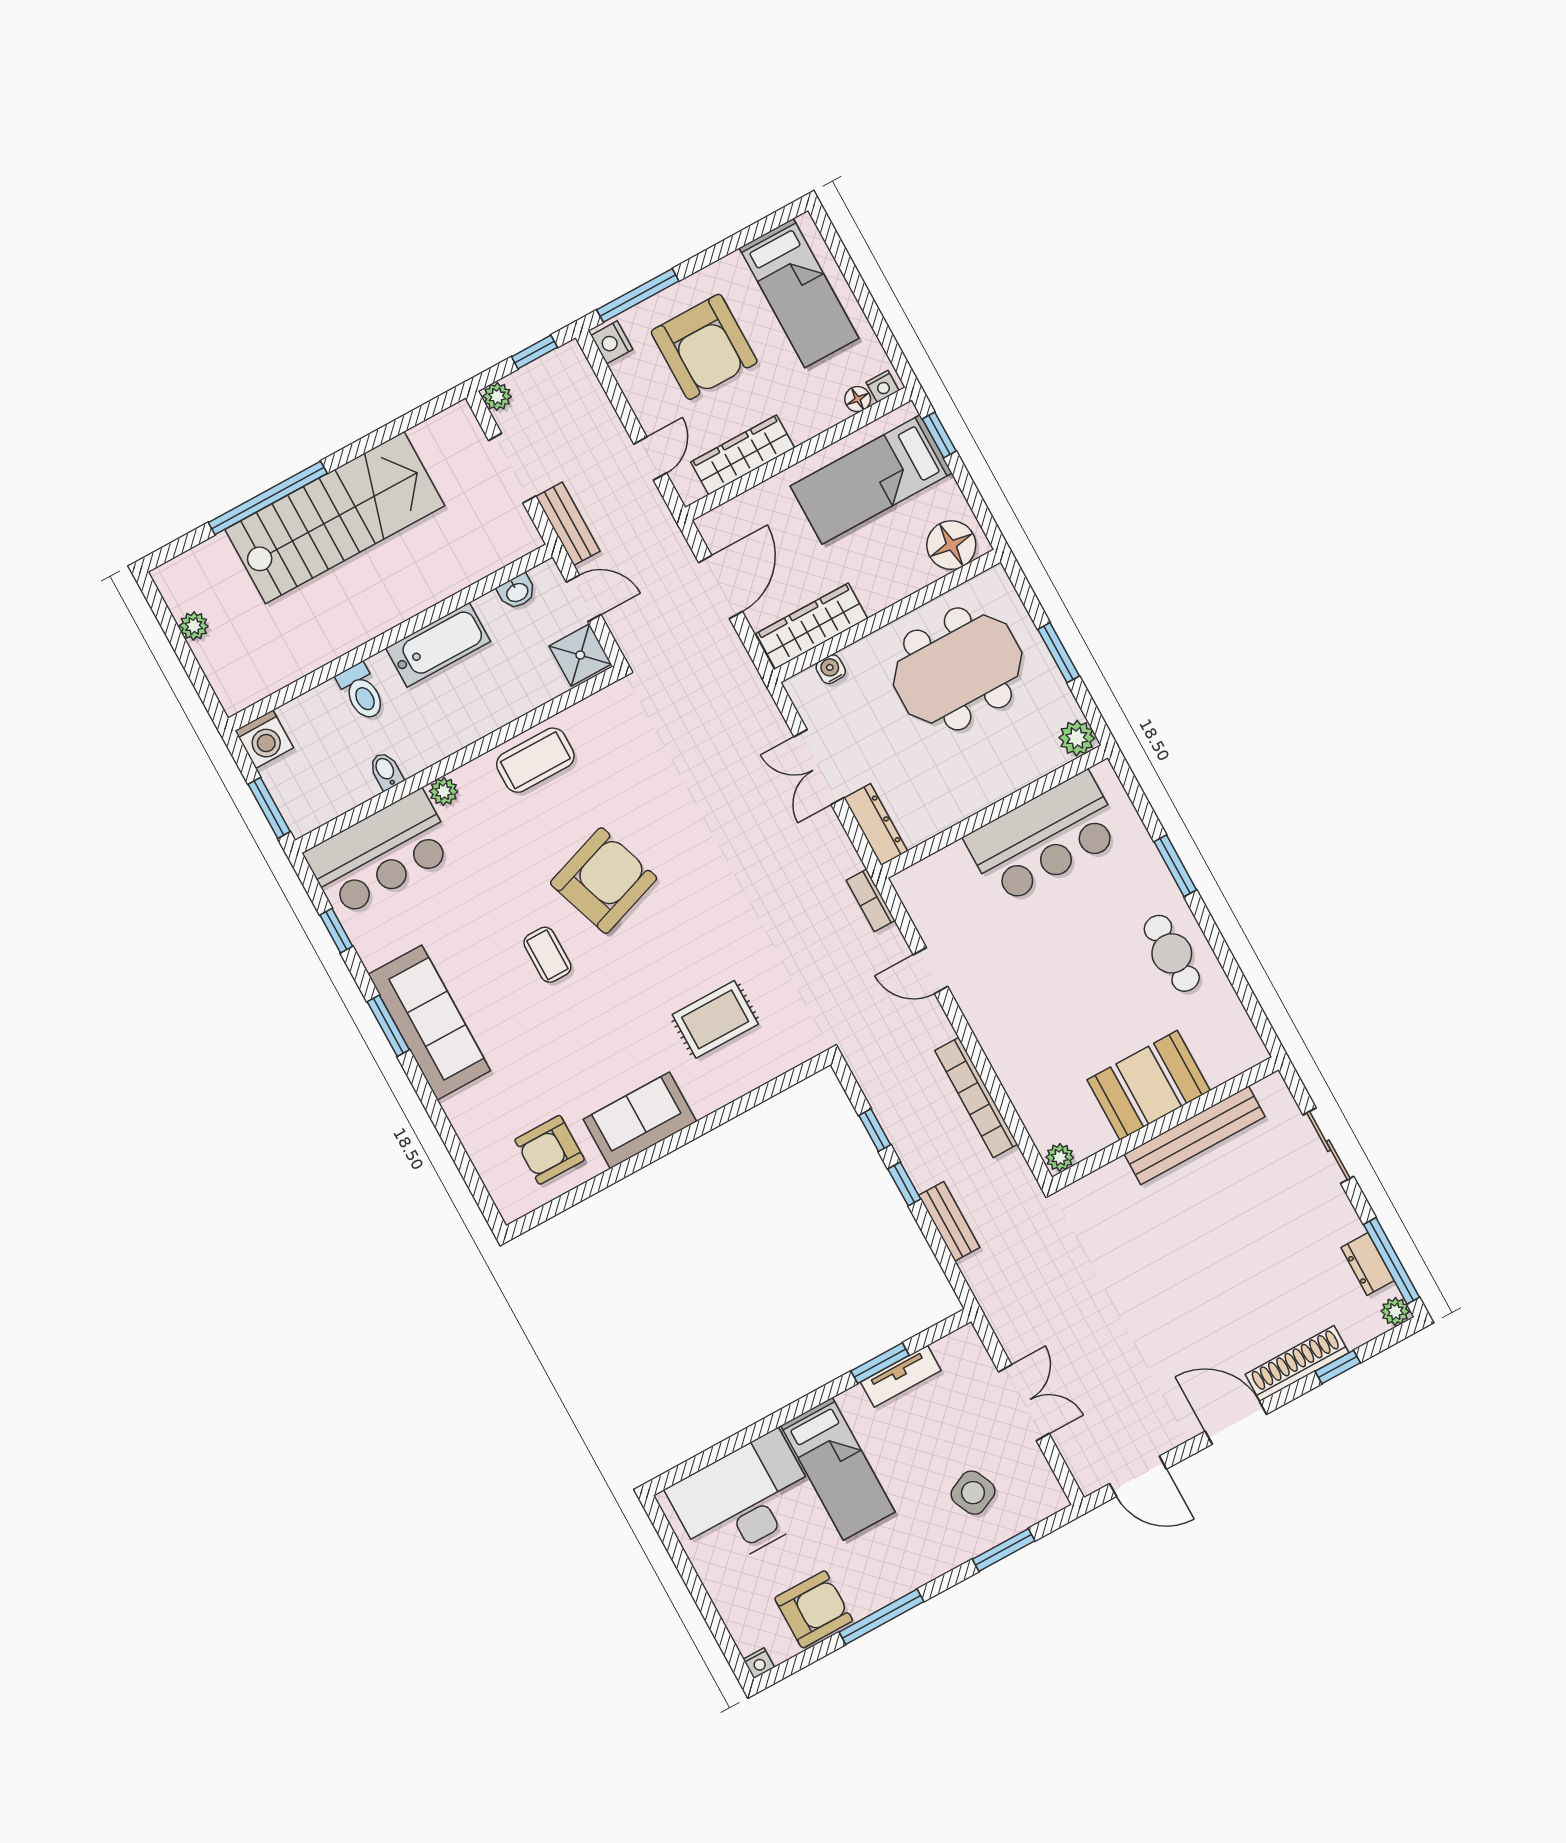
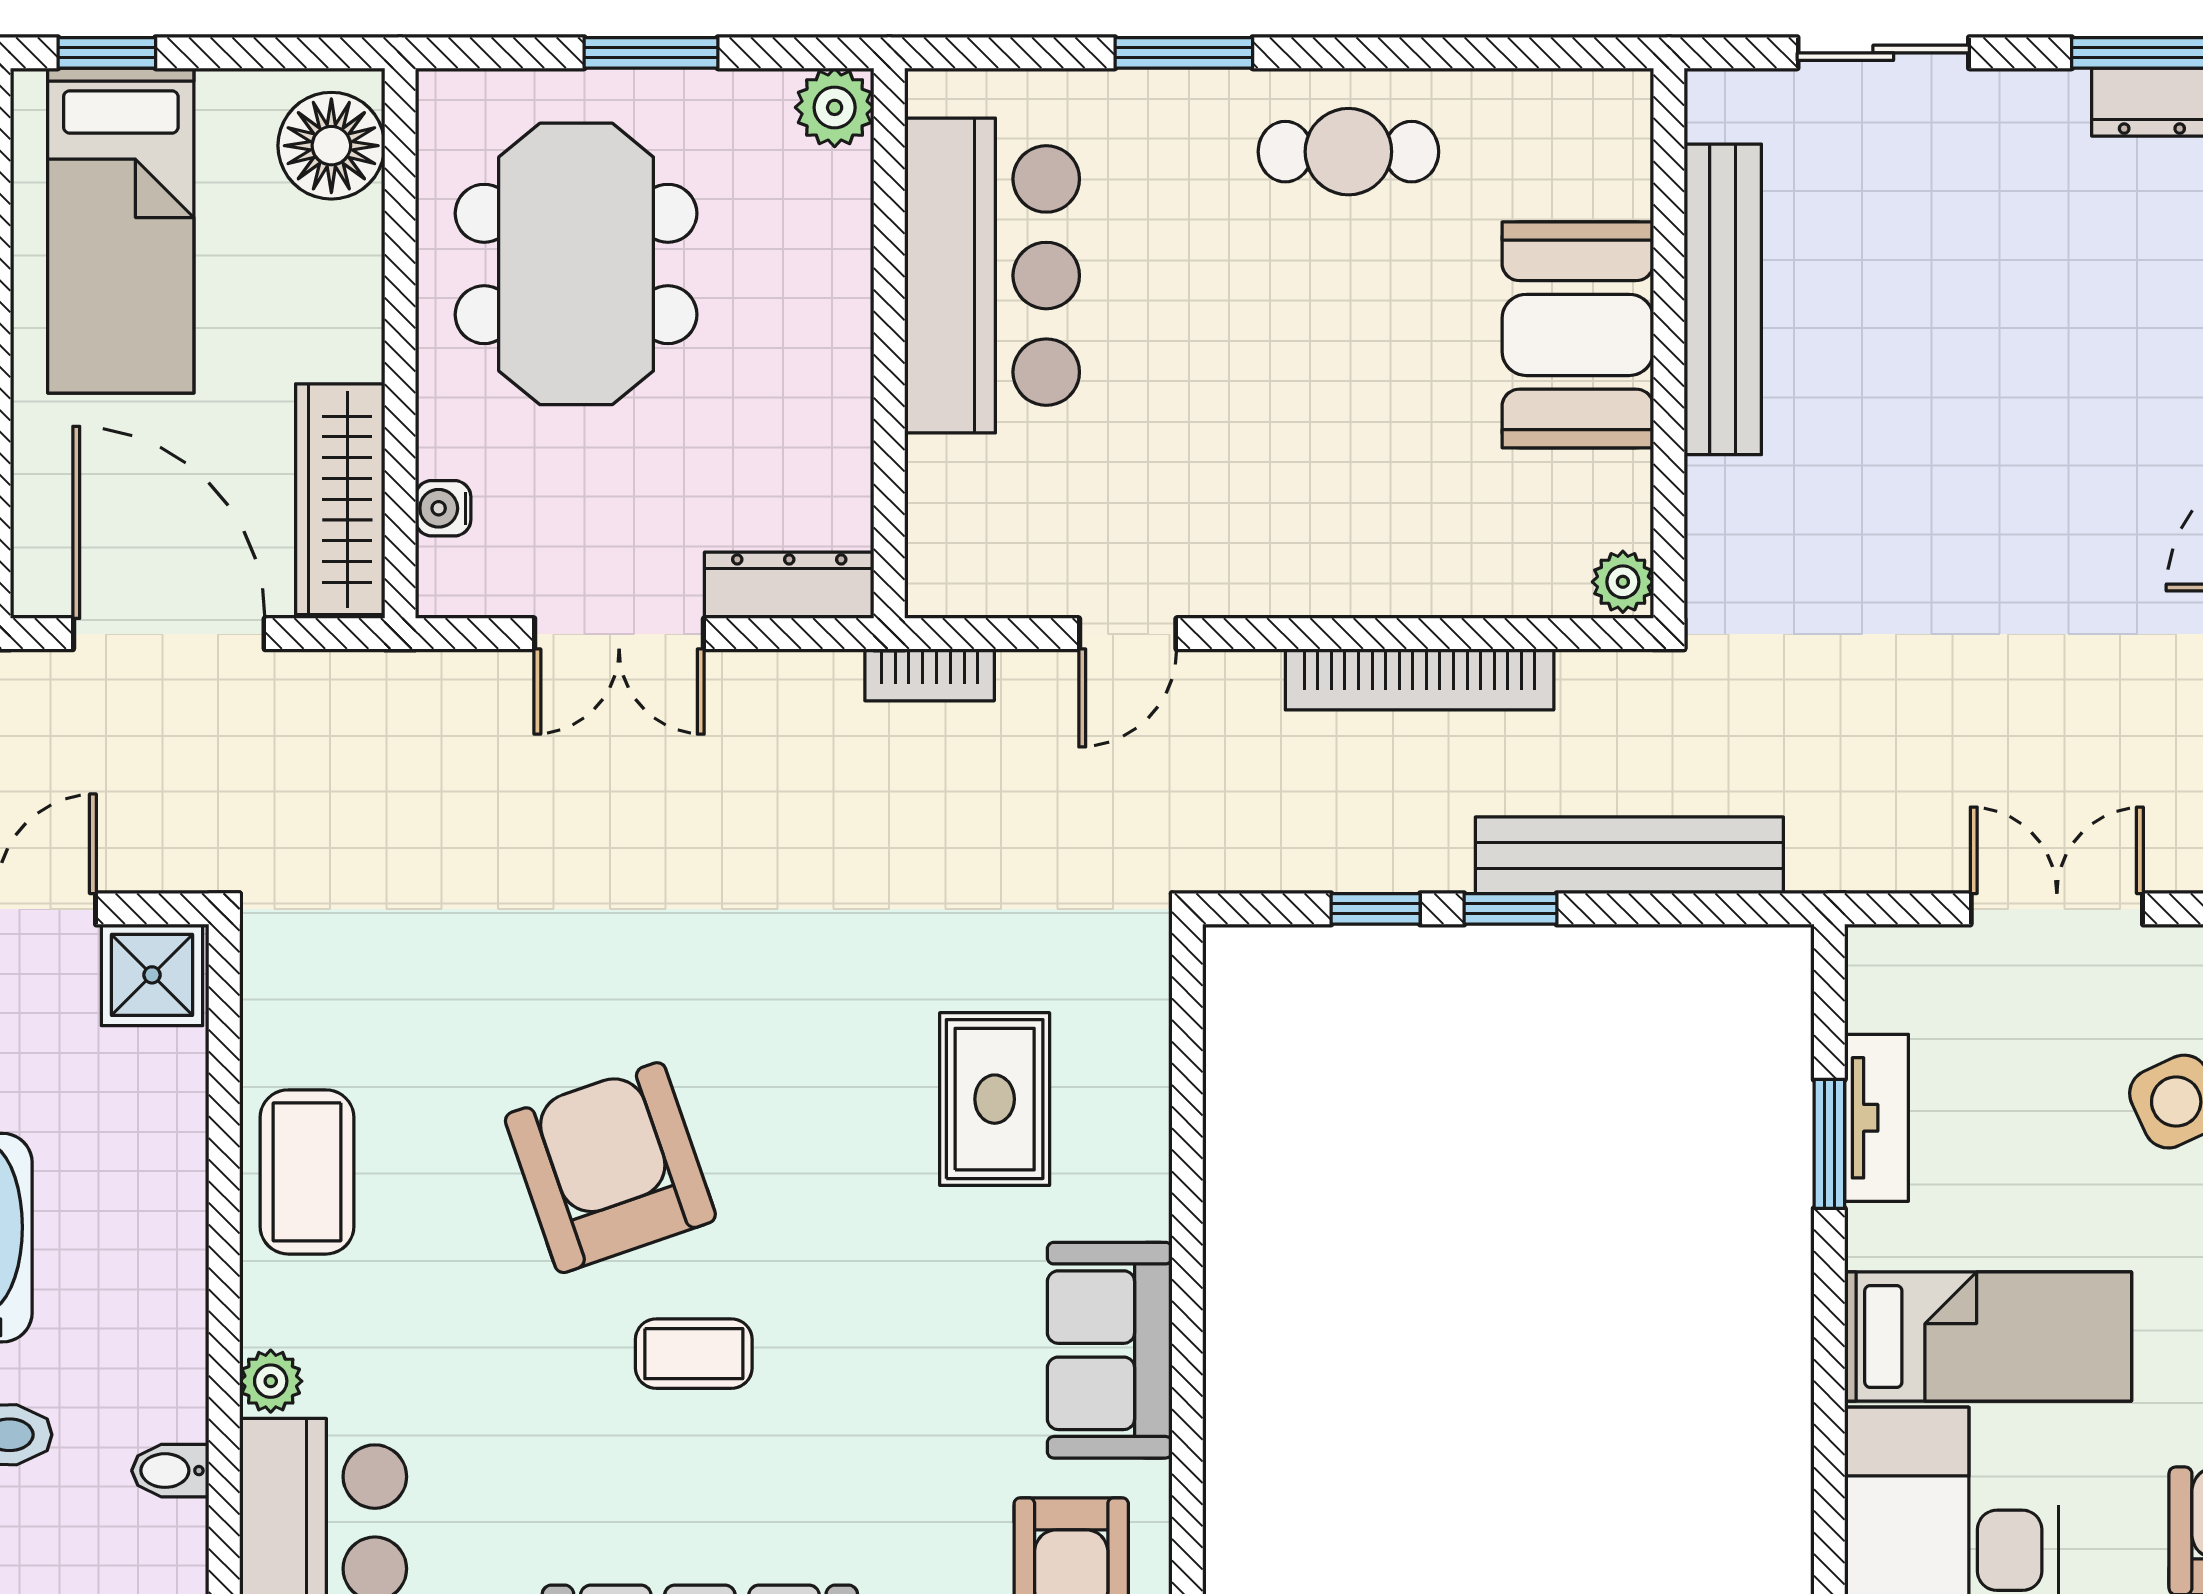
door: (720, 587) -> (169, 634), width x1.36
bench: (949, 1221) -> (1629, 855), width x1.86, depth x1.21

